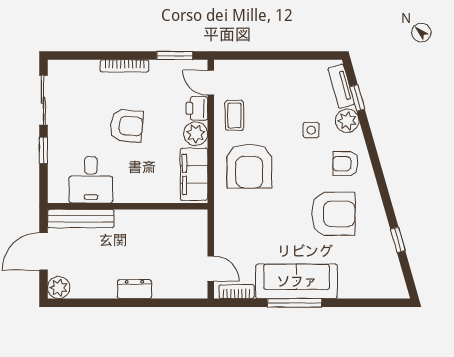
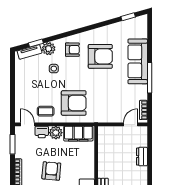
door: (211, 83) -> (28, 124), swing flipped
armchair: (345, 164) -> (72, 50), turned -90
armchair: (333, 214) -> (100, 56), turned 90
window: (398, 240) -> (128, 17), moved
sofa: (297, 281) -> (138, 61), moved
dresser: (134, 289) -> (142, 157), moved

